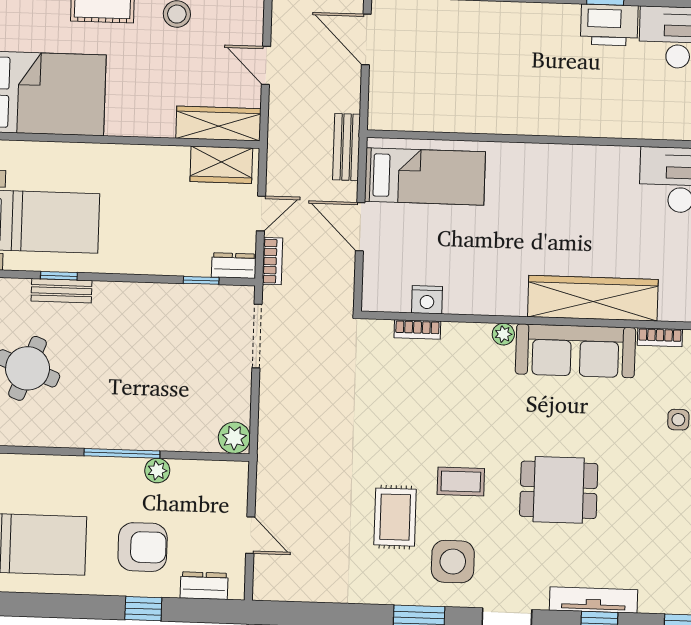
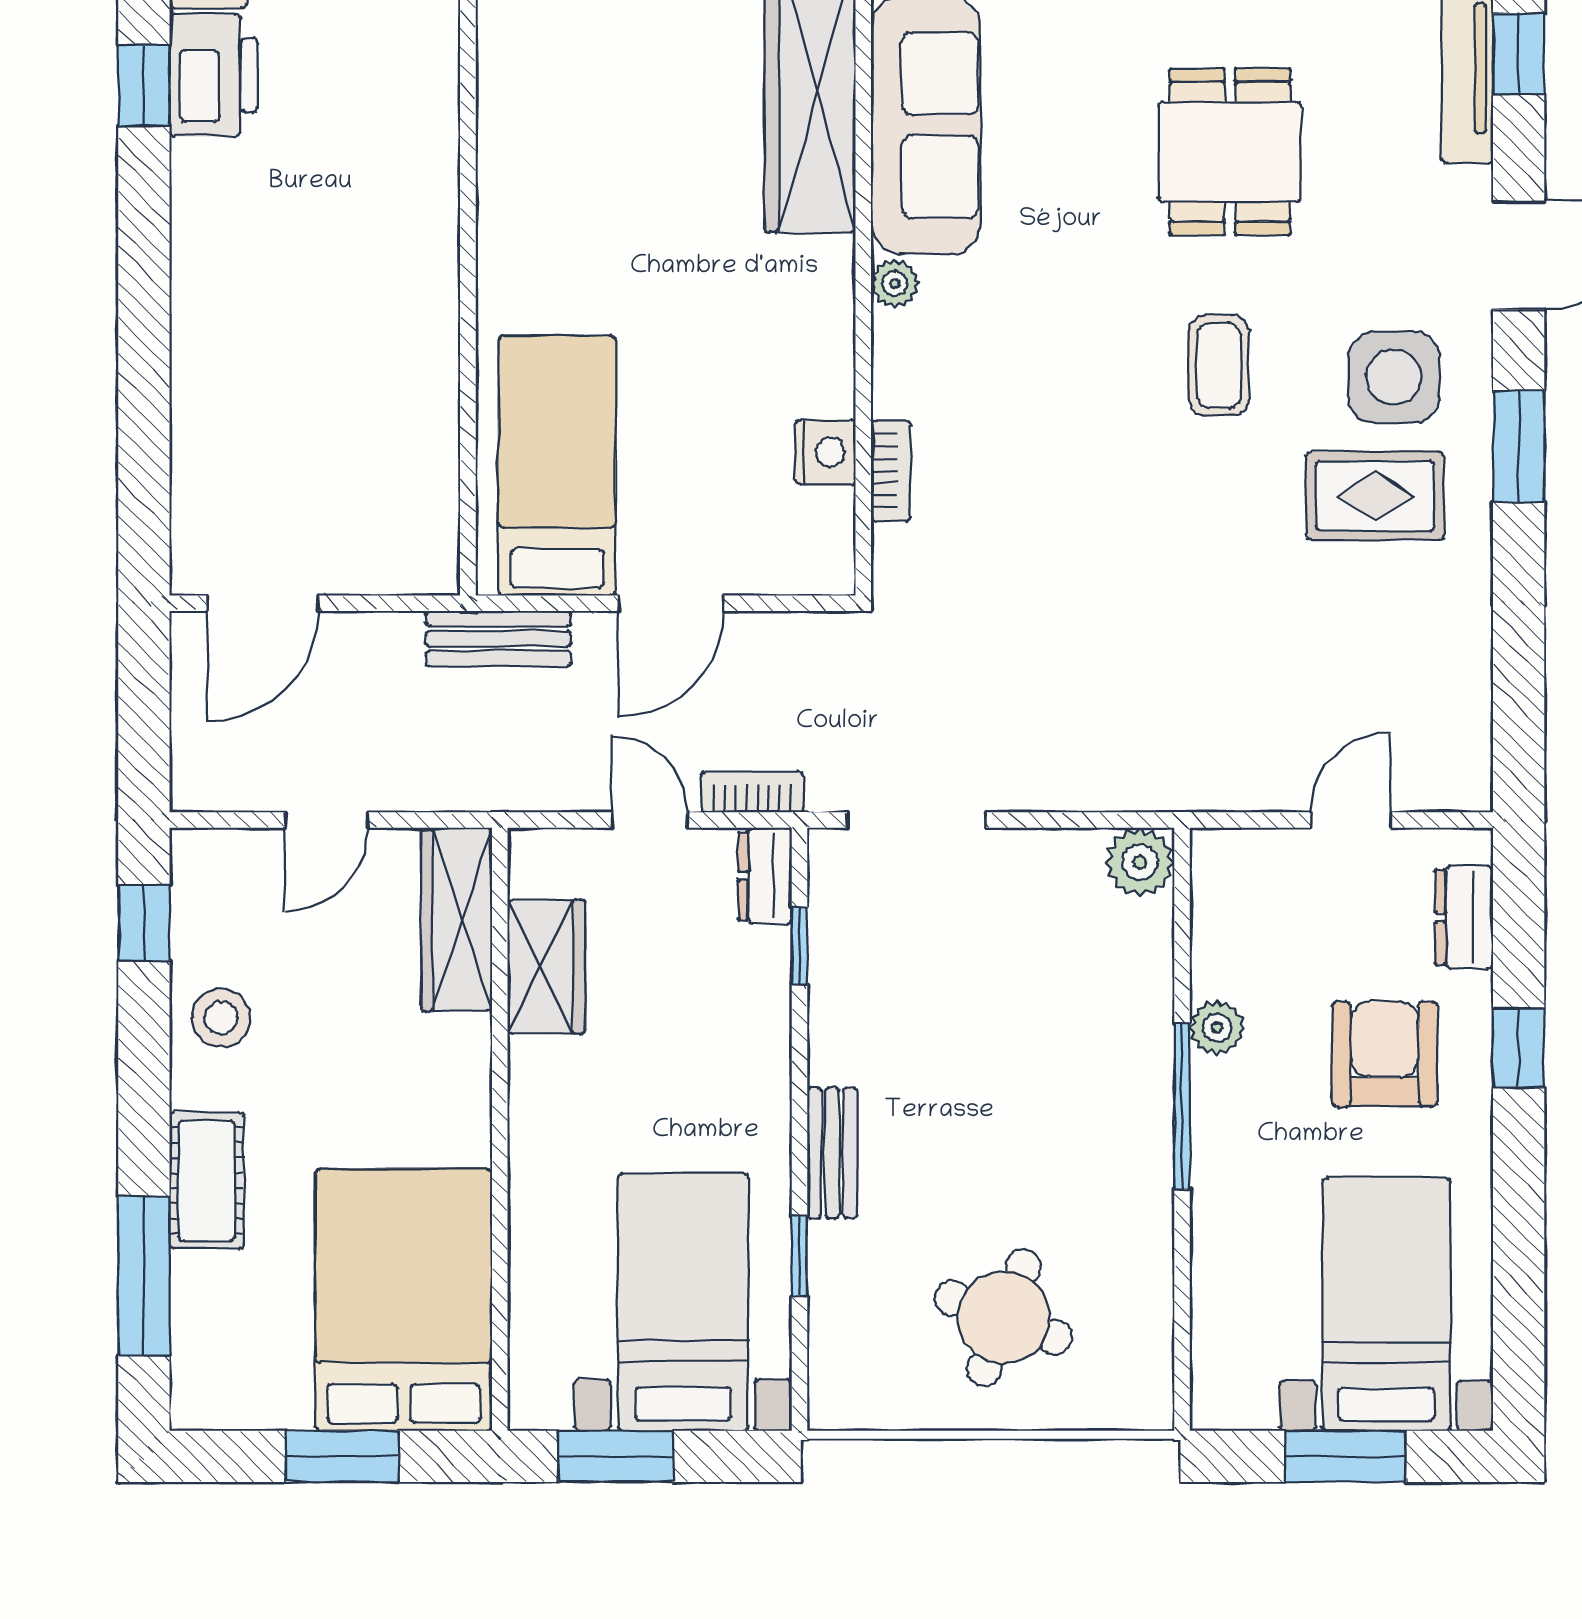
wardrobe: (221, 165) -> (546, 967), moved
bench: (62, 291) -> (832, 1153), moved
rug: (395, 517) -> (1375, 496), moved

